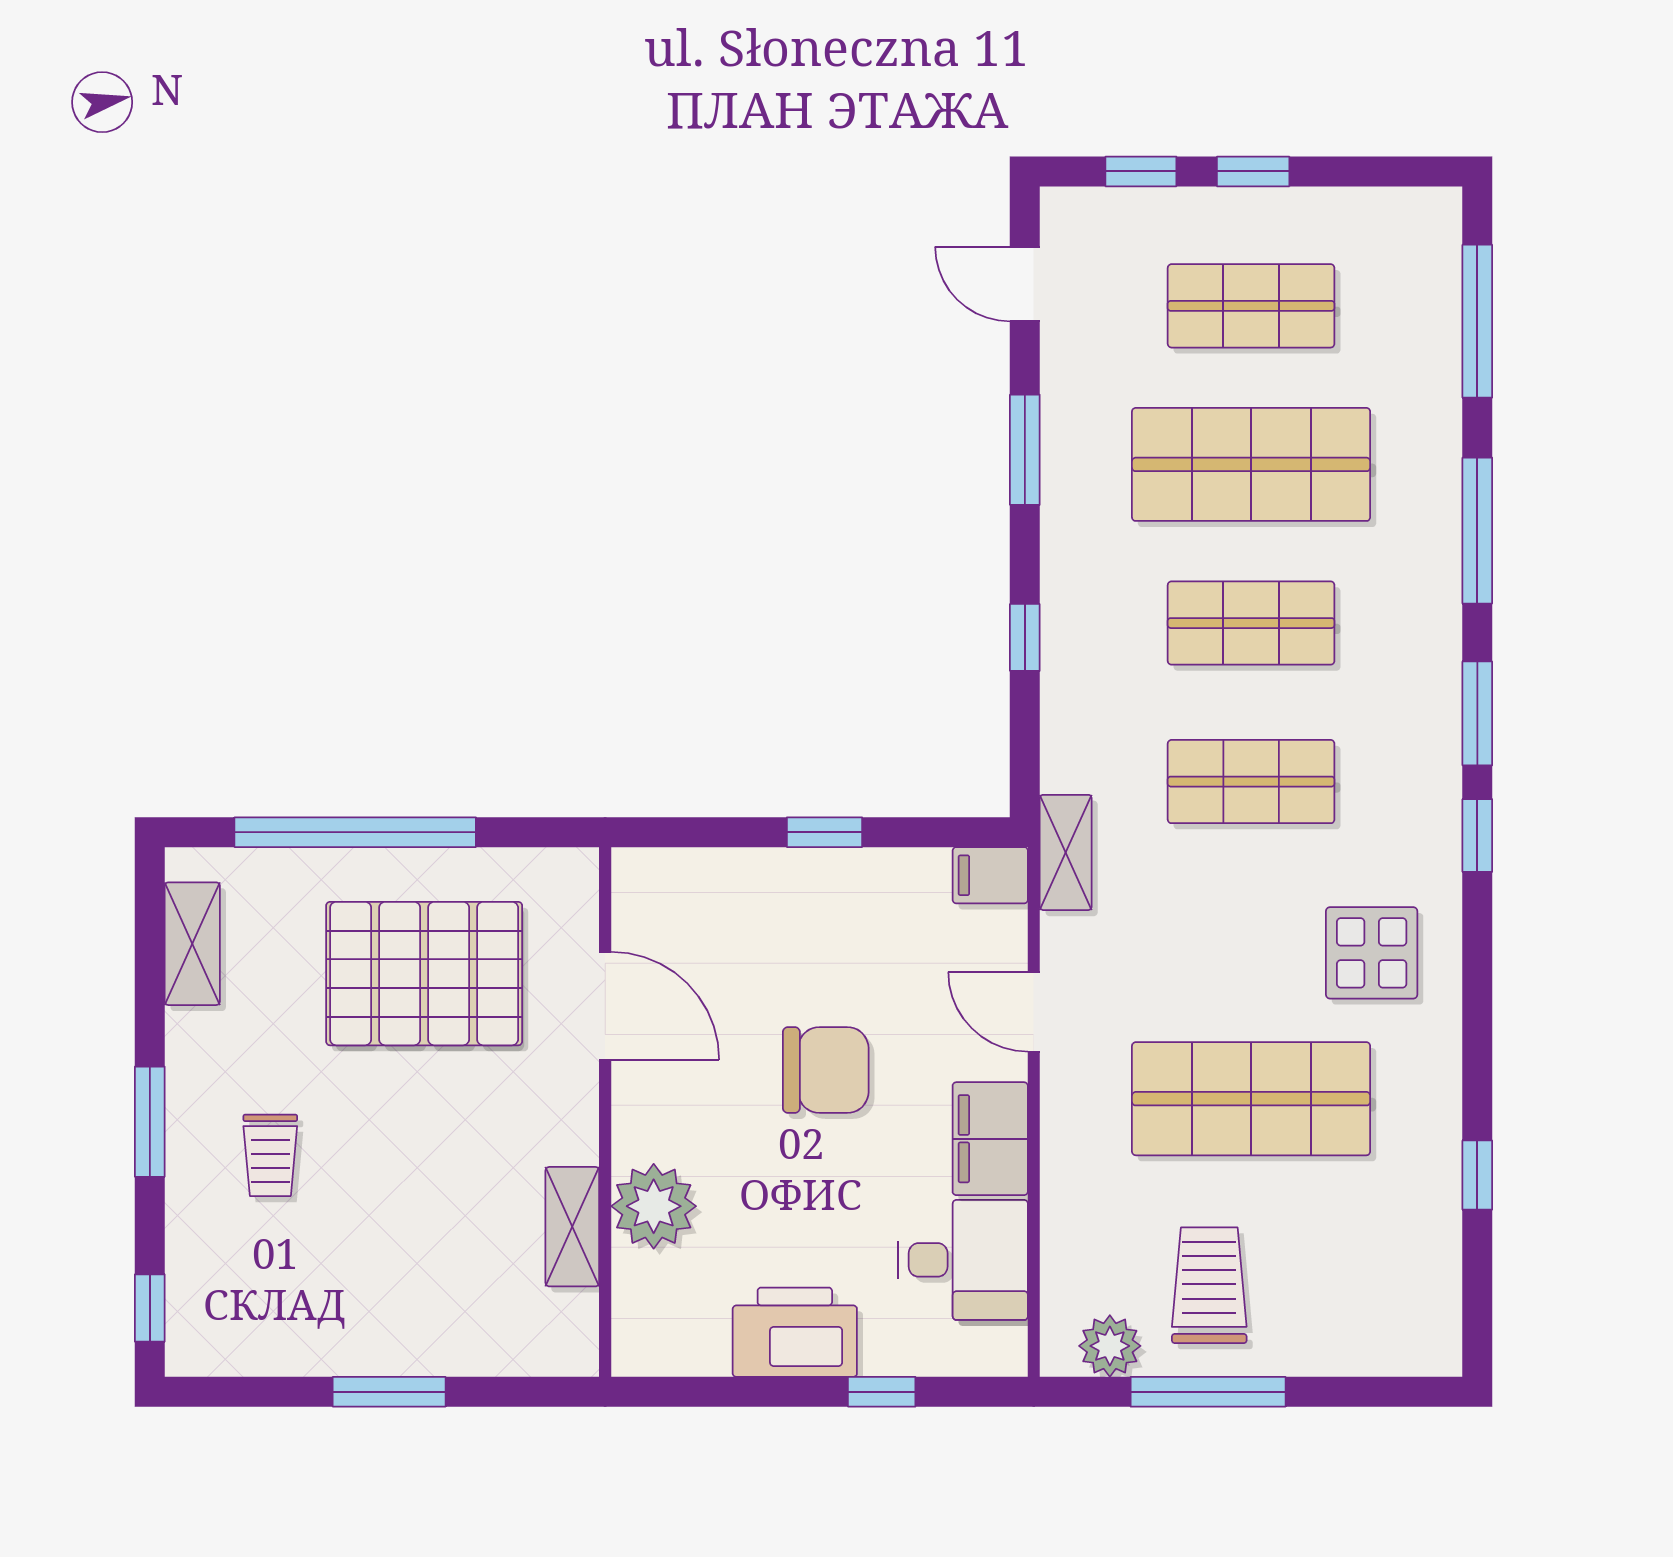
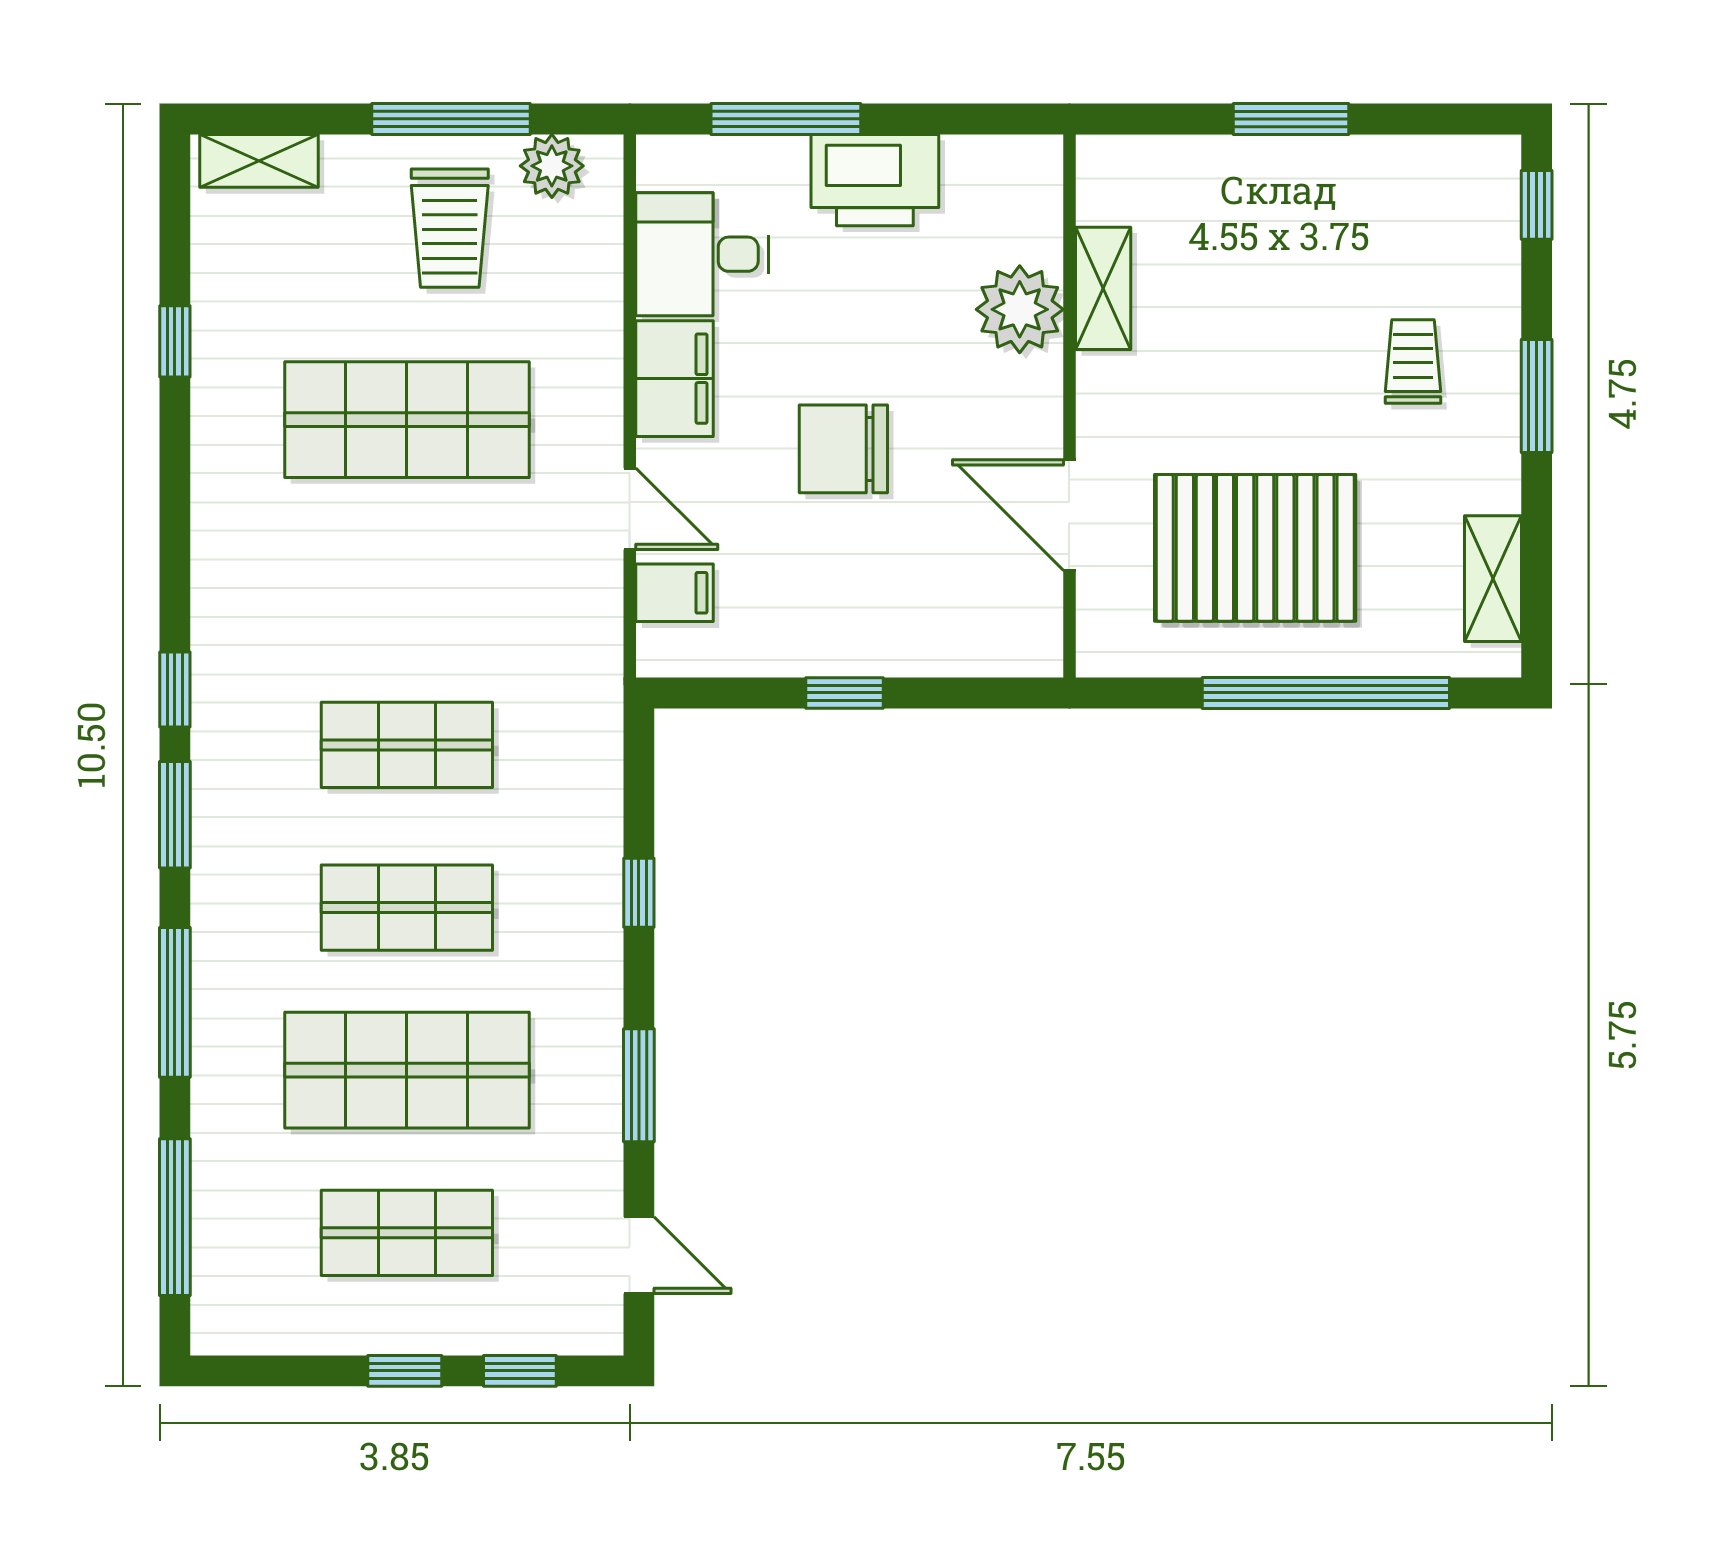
shelving: (1066, 852) -> (259, 161), moved, turned 90
filing cabinet: (990, 875) -> (674, 593), moved
display table: (1372, 953) -> (283, 569), removed
window: (882, 1392) -> (786, 119), width x2.17

